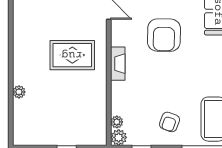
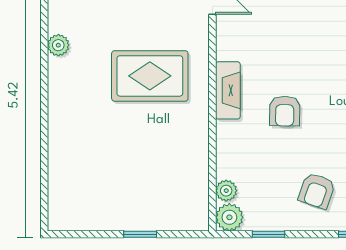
armchair: (164, 35) -> (285, 111), moved, width x0.53, depth x0.53
plant: (19, 92) -> (58, 45), moved

